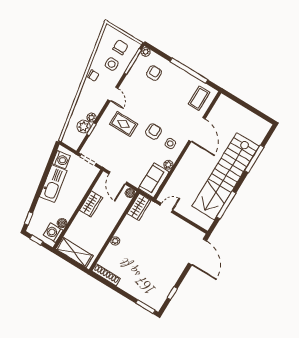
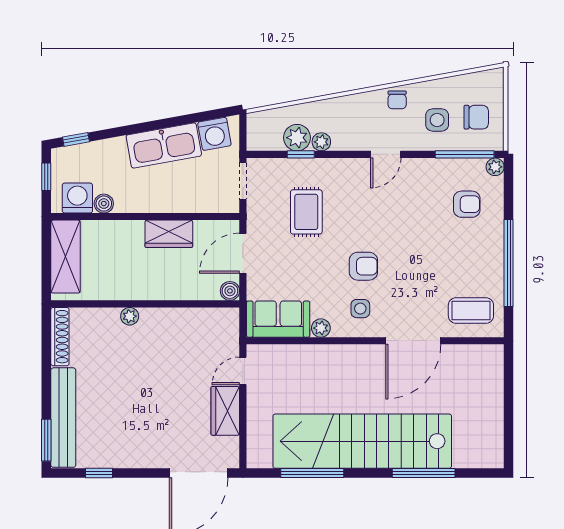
rug: (124, 124) -> (306, 212), moved
wardrobe: (139, 207) -> (225, 411), moved, turned 90
door: (166, 208) -> (243, 371), swing flipped
bench: (140, 294) -> (63, 418), added

